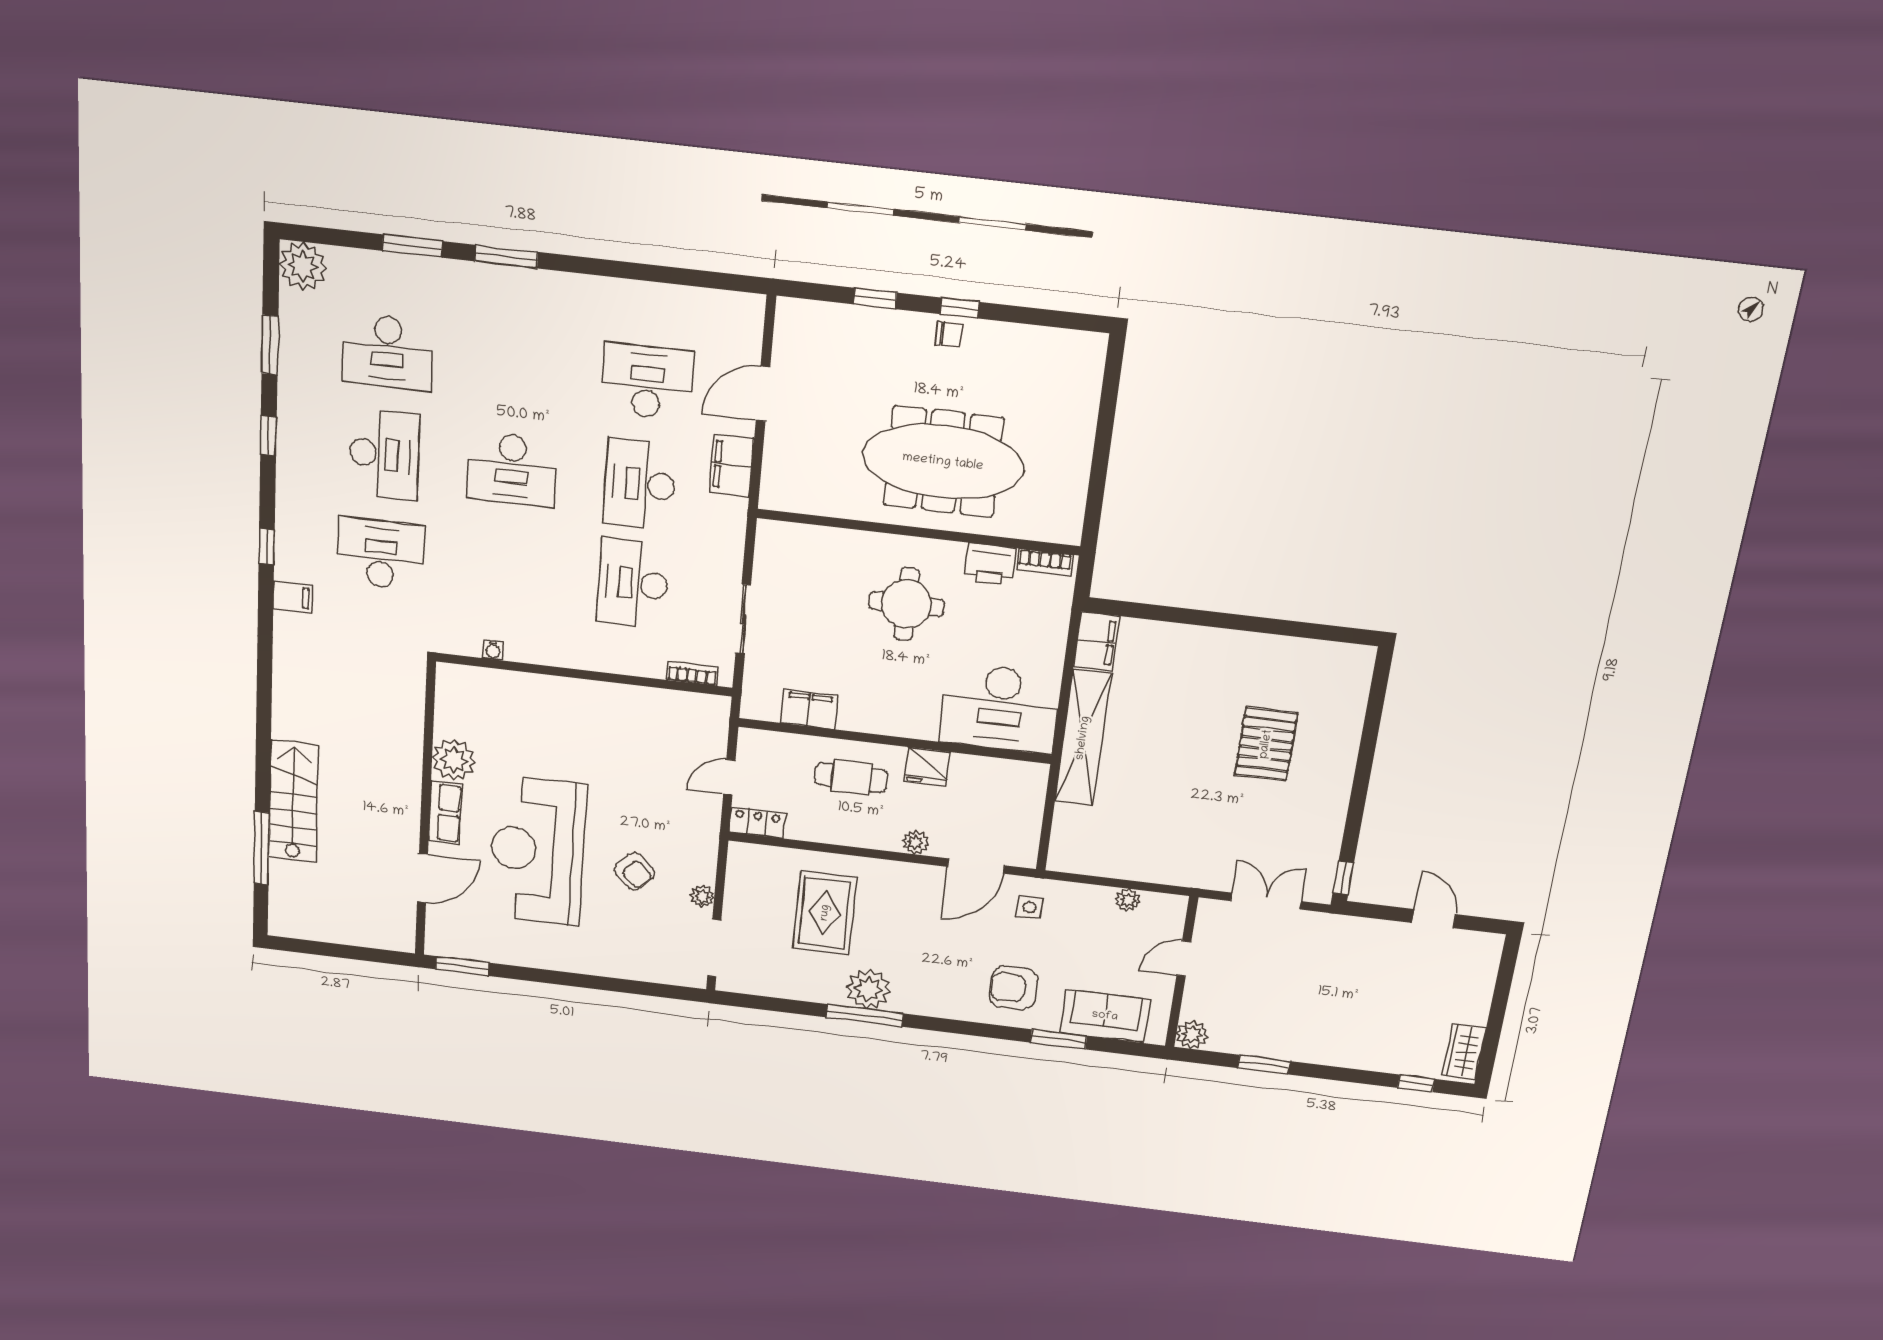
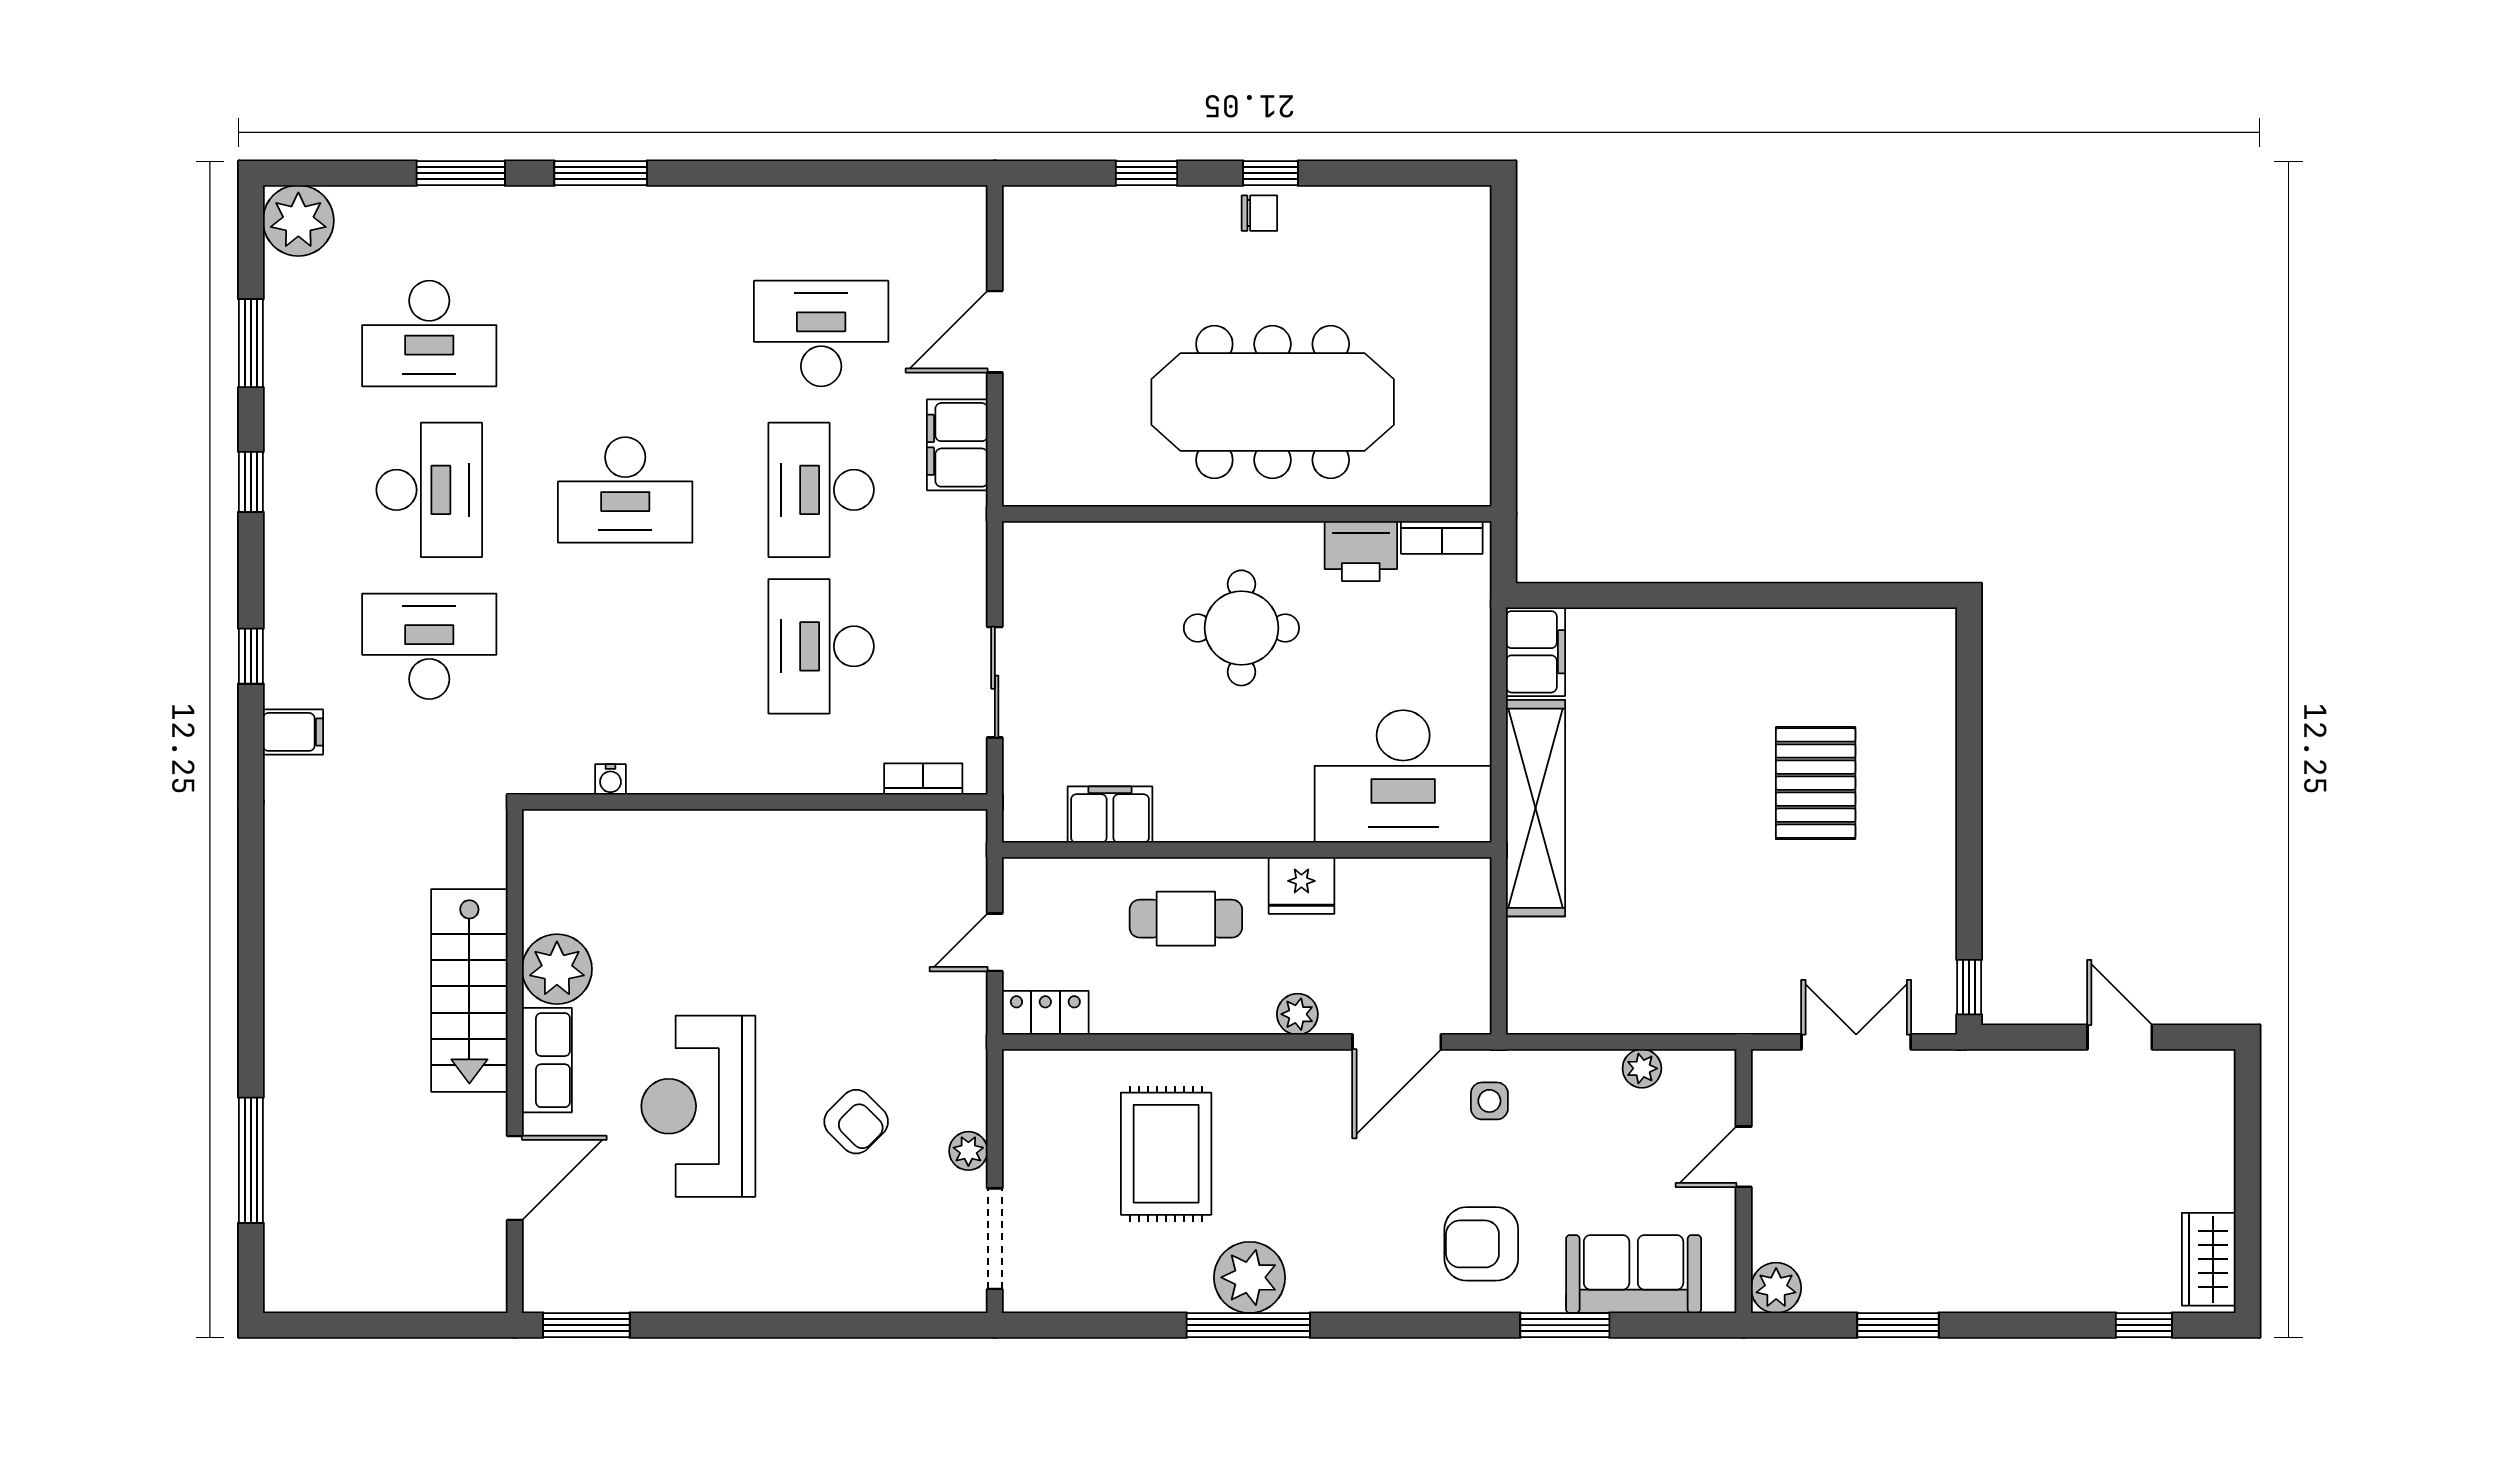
stairs: (293, 801) -> (469, 990), moved, turned 180
reception desk: (537, 851) -> (698, 1106), width x0.74, depth x0.77

